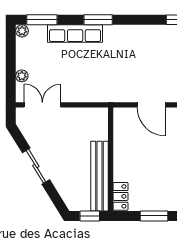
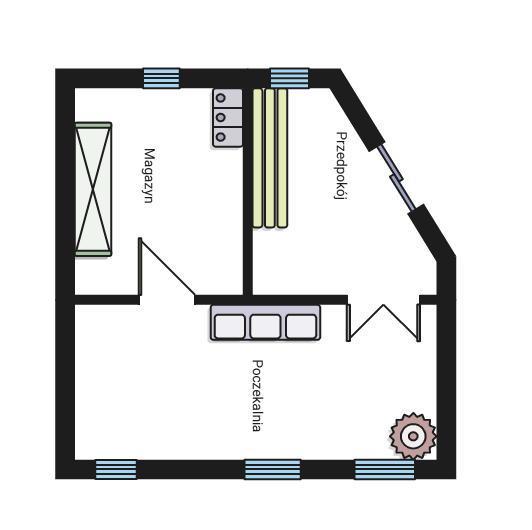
plant: (22, 31) -> (413, 436), width x1.88, depth x1.88
row of seats: (75, 33) -> (265, 322), moved, turned 180
plant: (22, 76) -> (425, 358), removed
window: (154, 216) -> (161, 78), width x0.67

